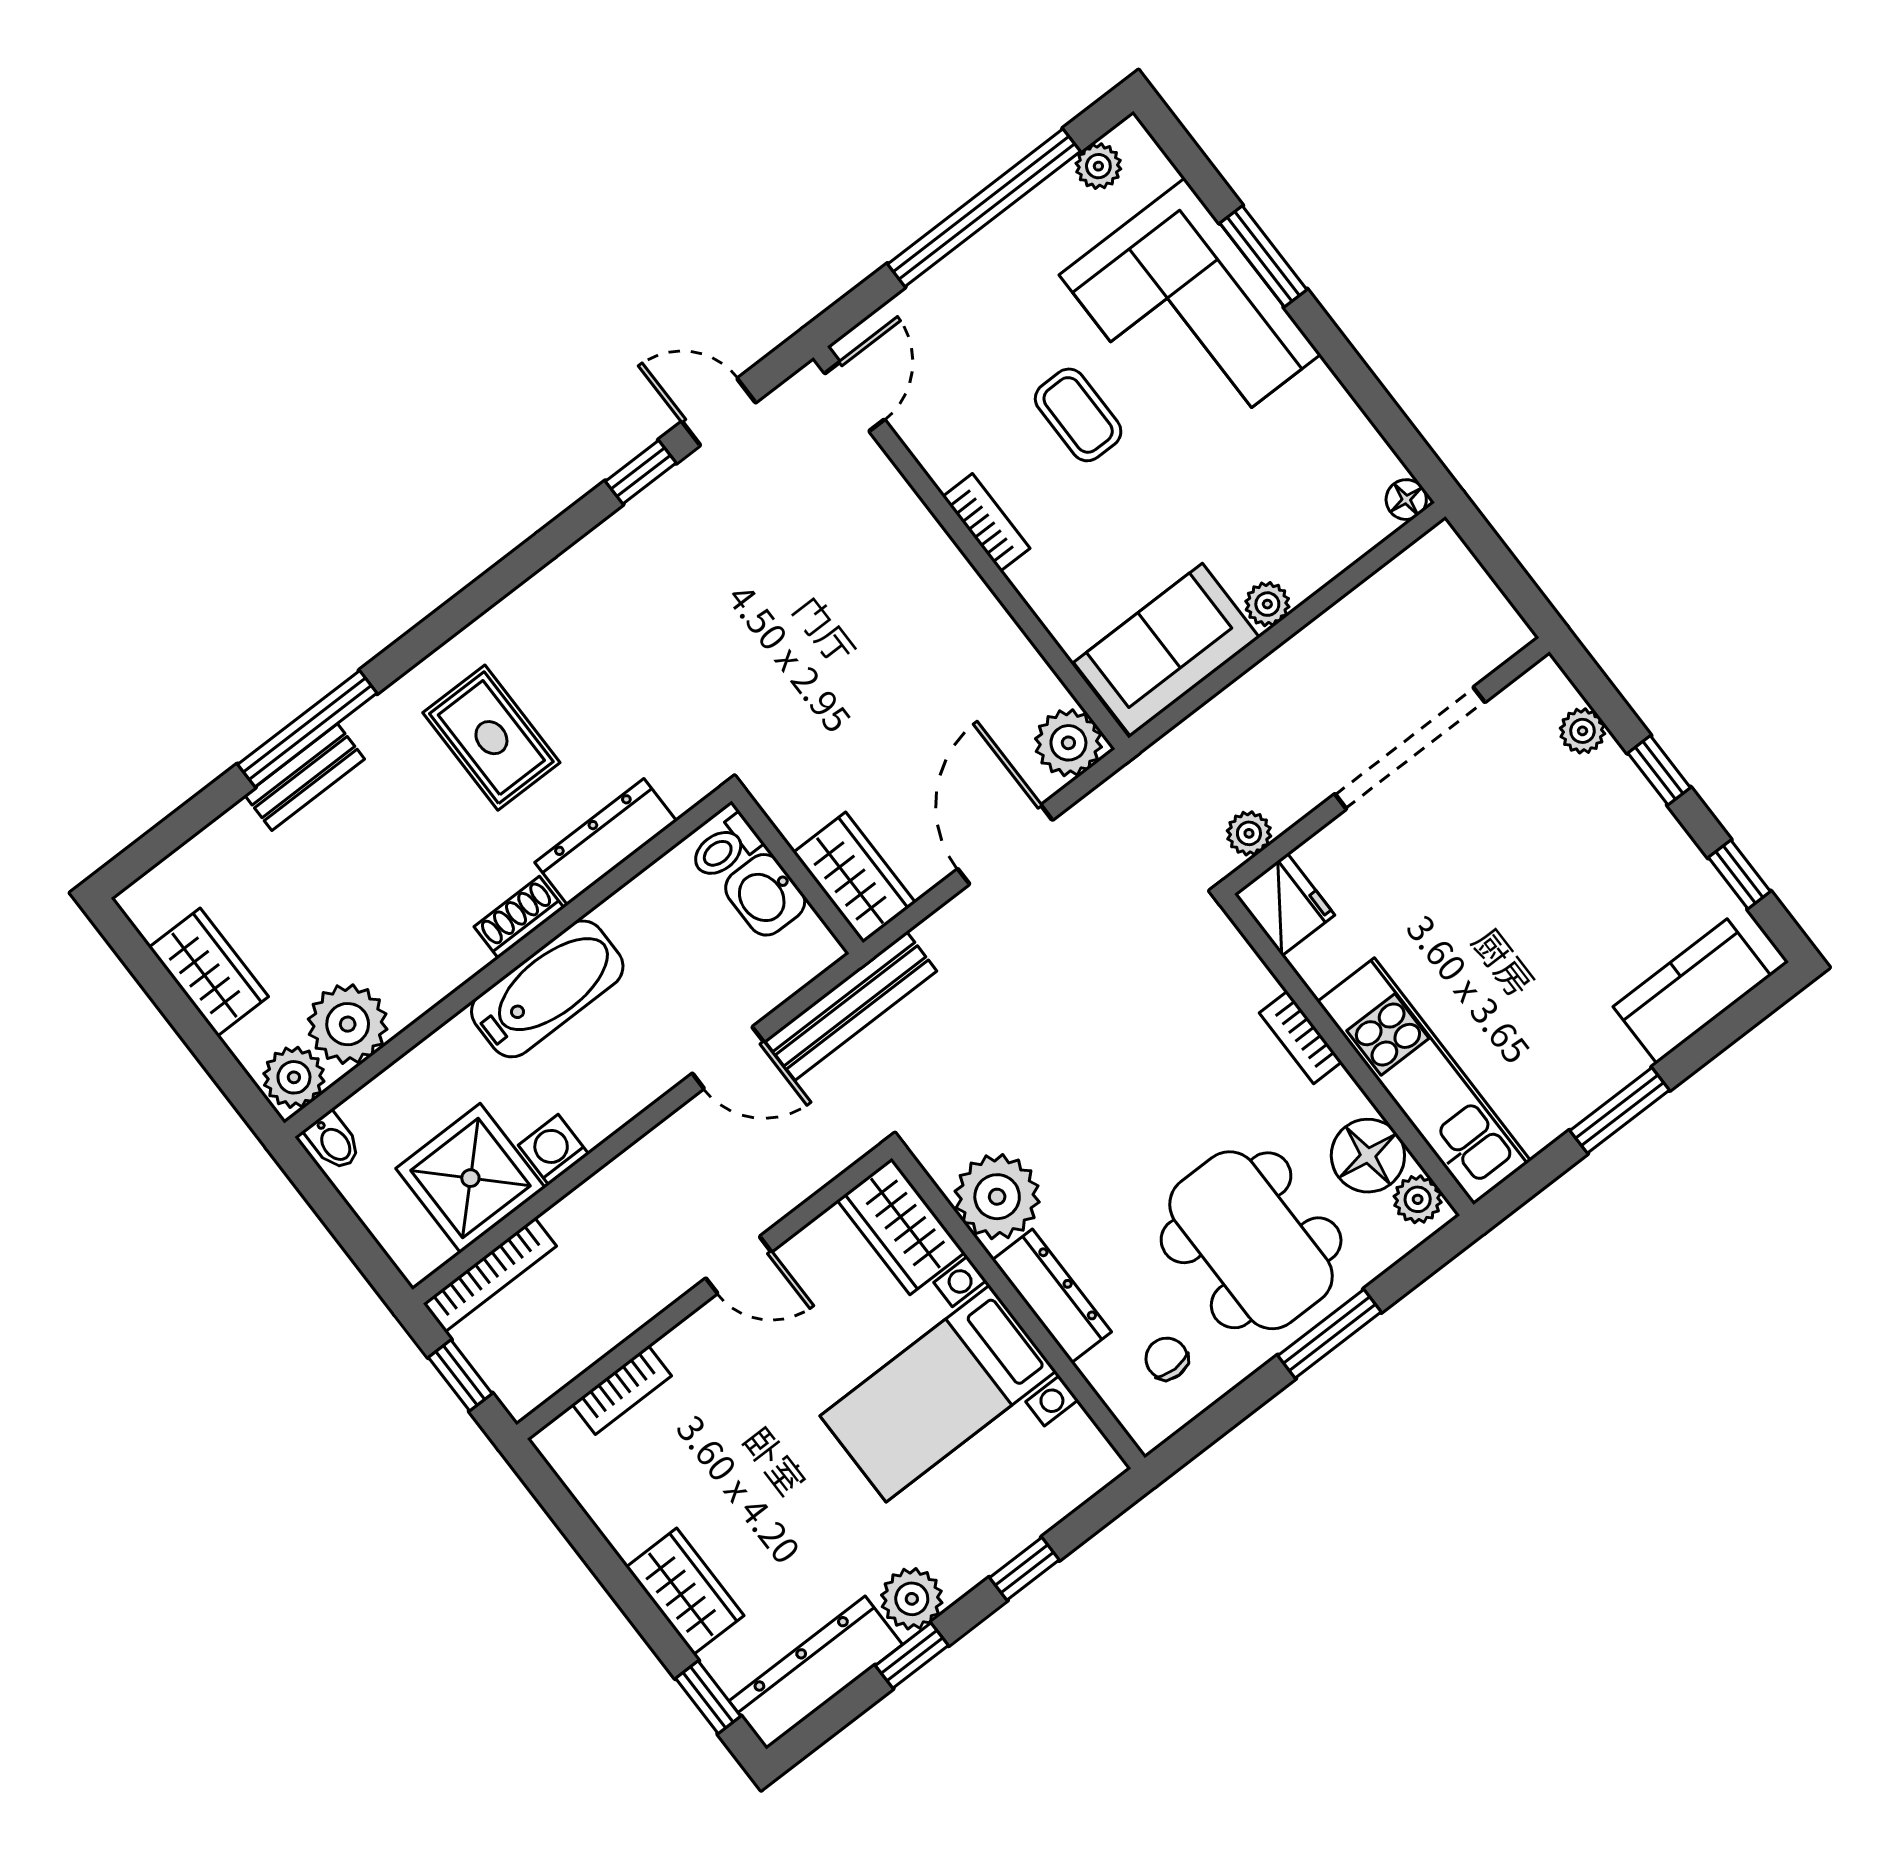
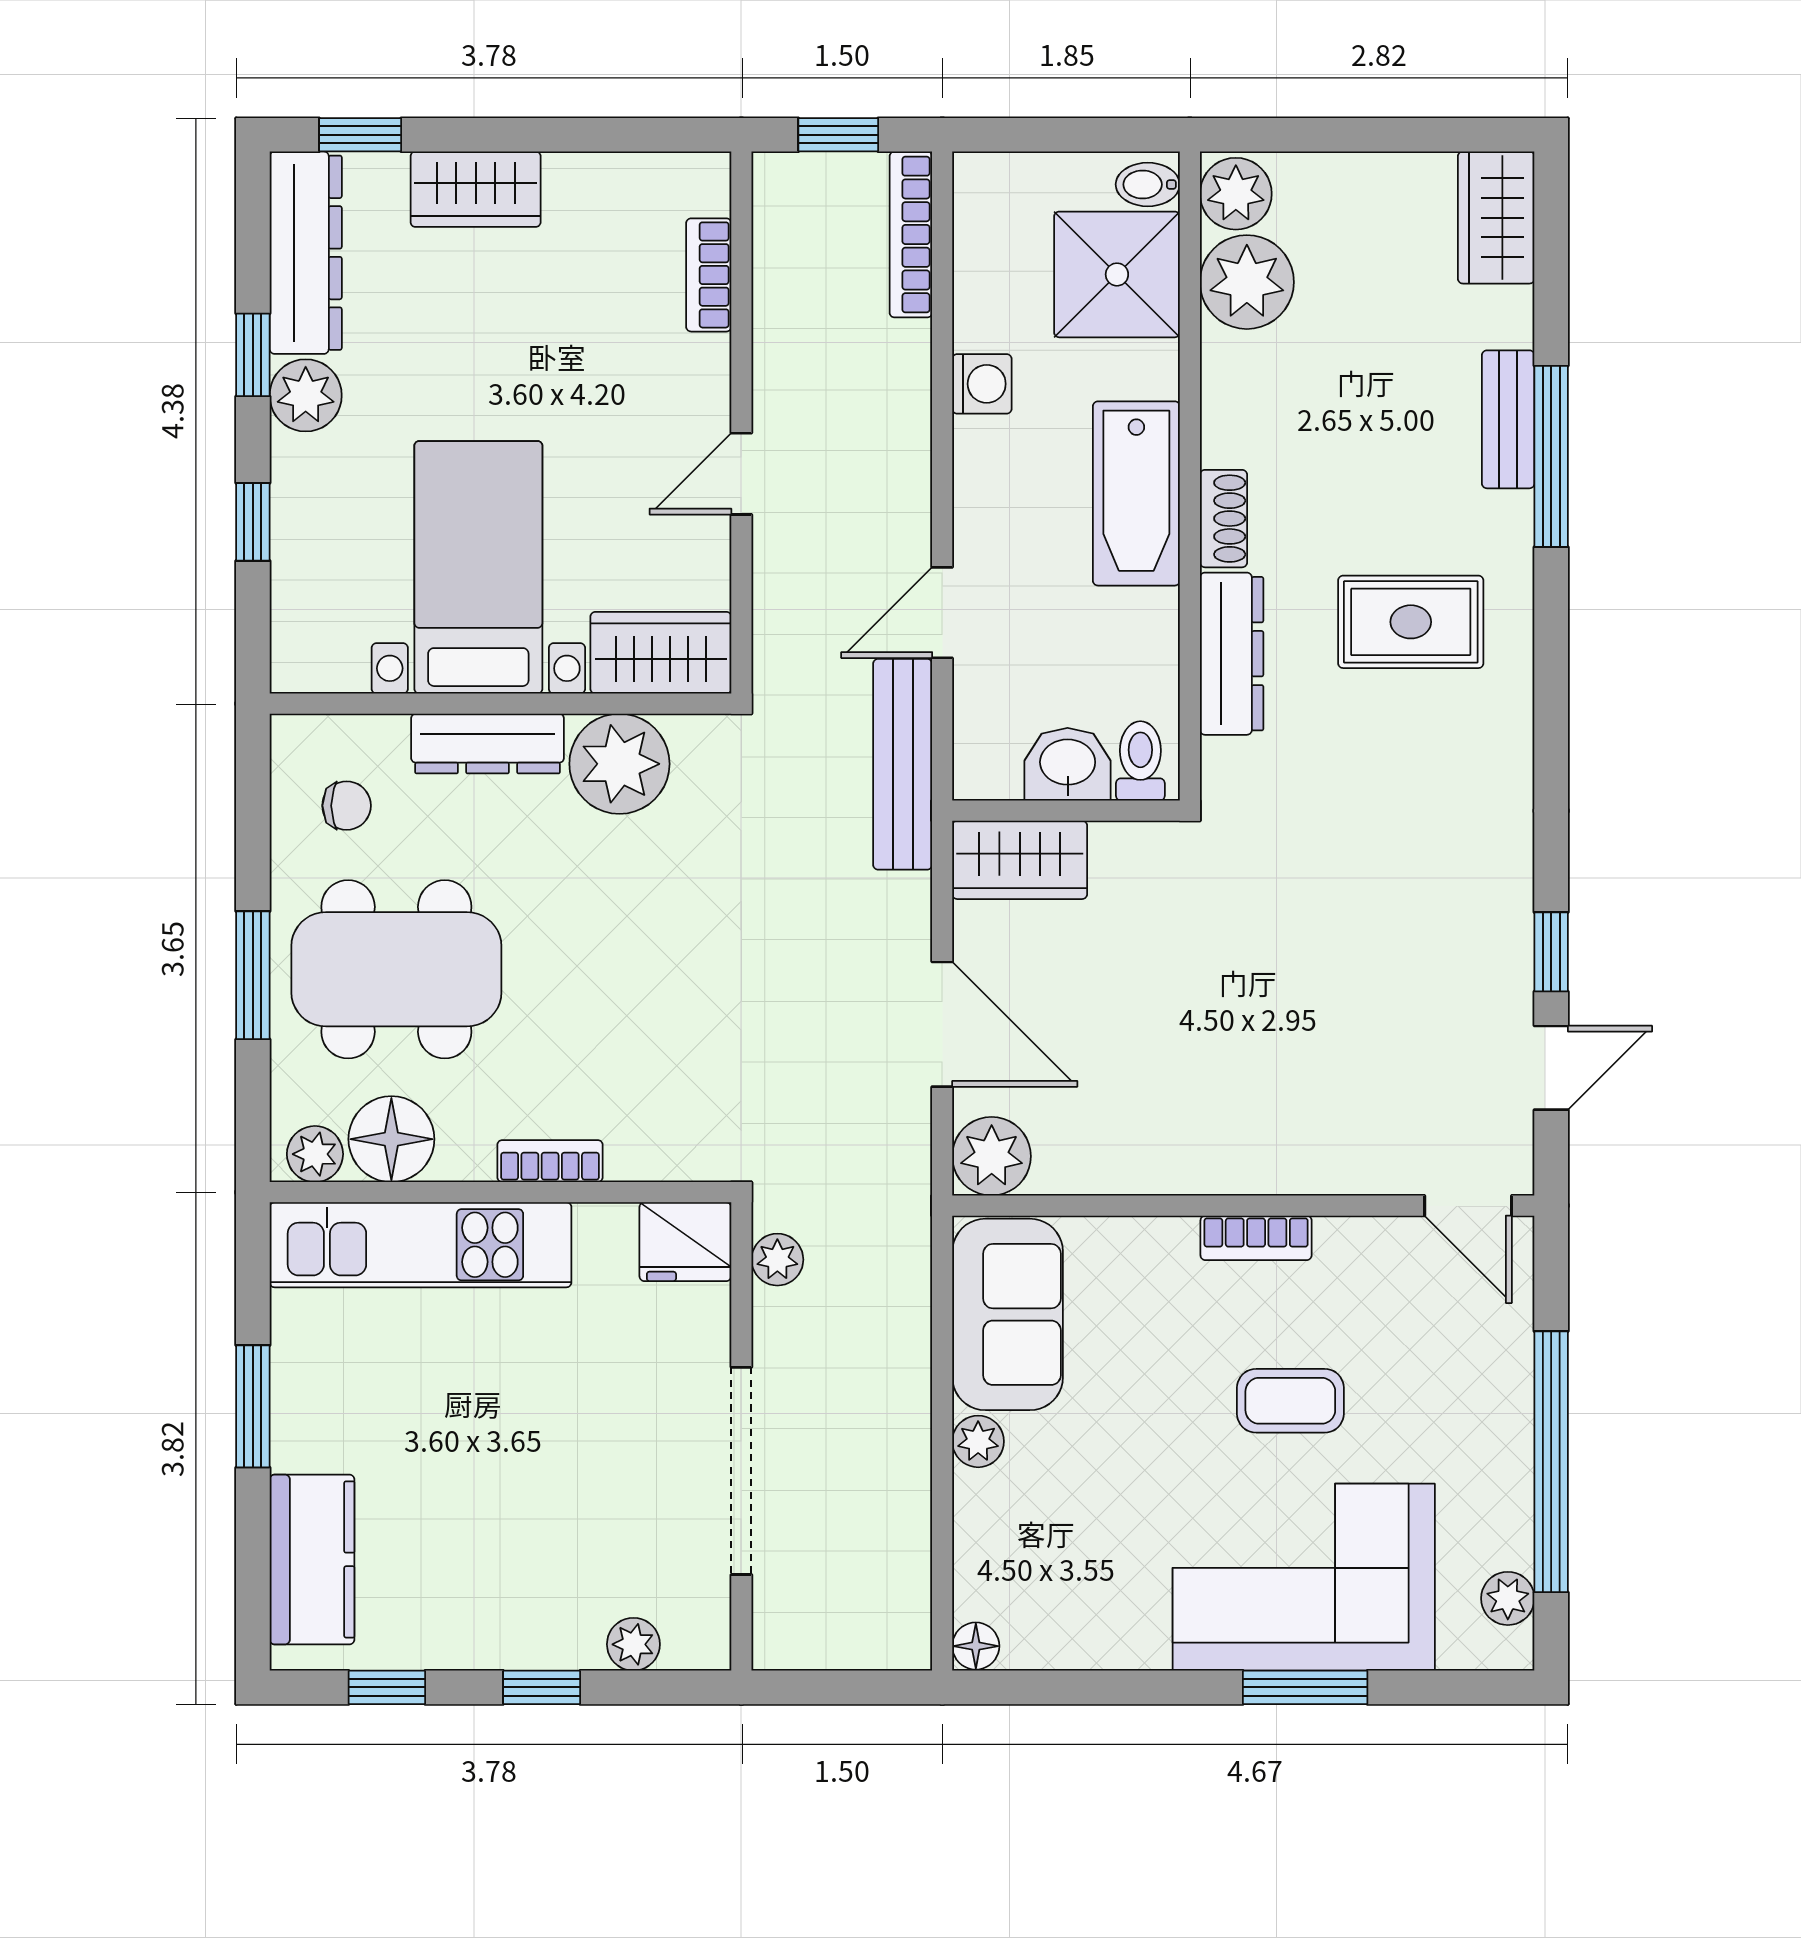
wardrobe: (209, 972) -> (1496, 218), moved, turned 90
shower: (470, 1178) -> (1117, 274), moved

